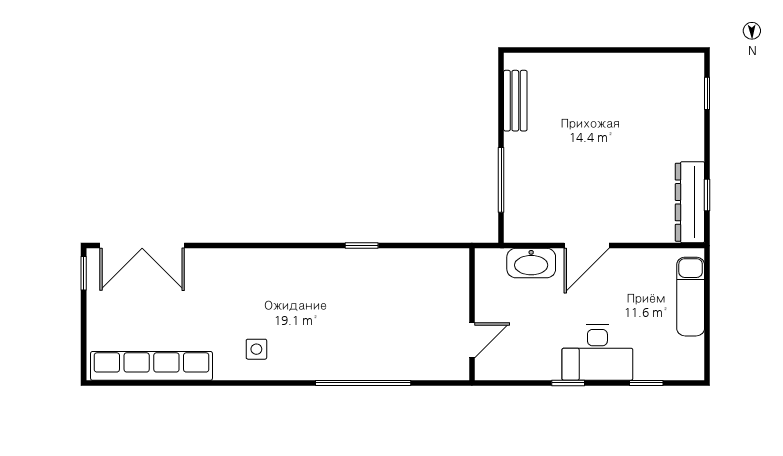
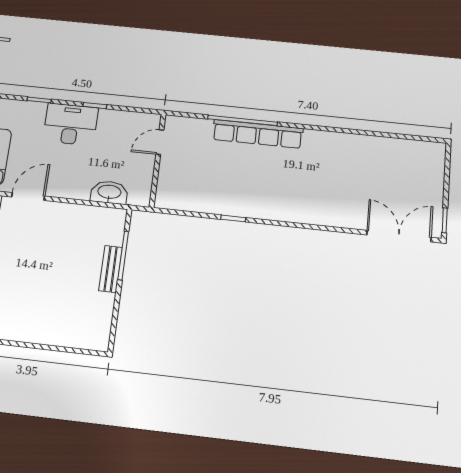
bench: (515, 101) -> (111, 269), moved
door: (587, 246) -> (28, 196), moved
side table: (256, 349) -> (319, 152), removed
row of seats: (152, 366) -> (258, 134), moved

